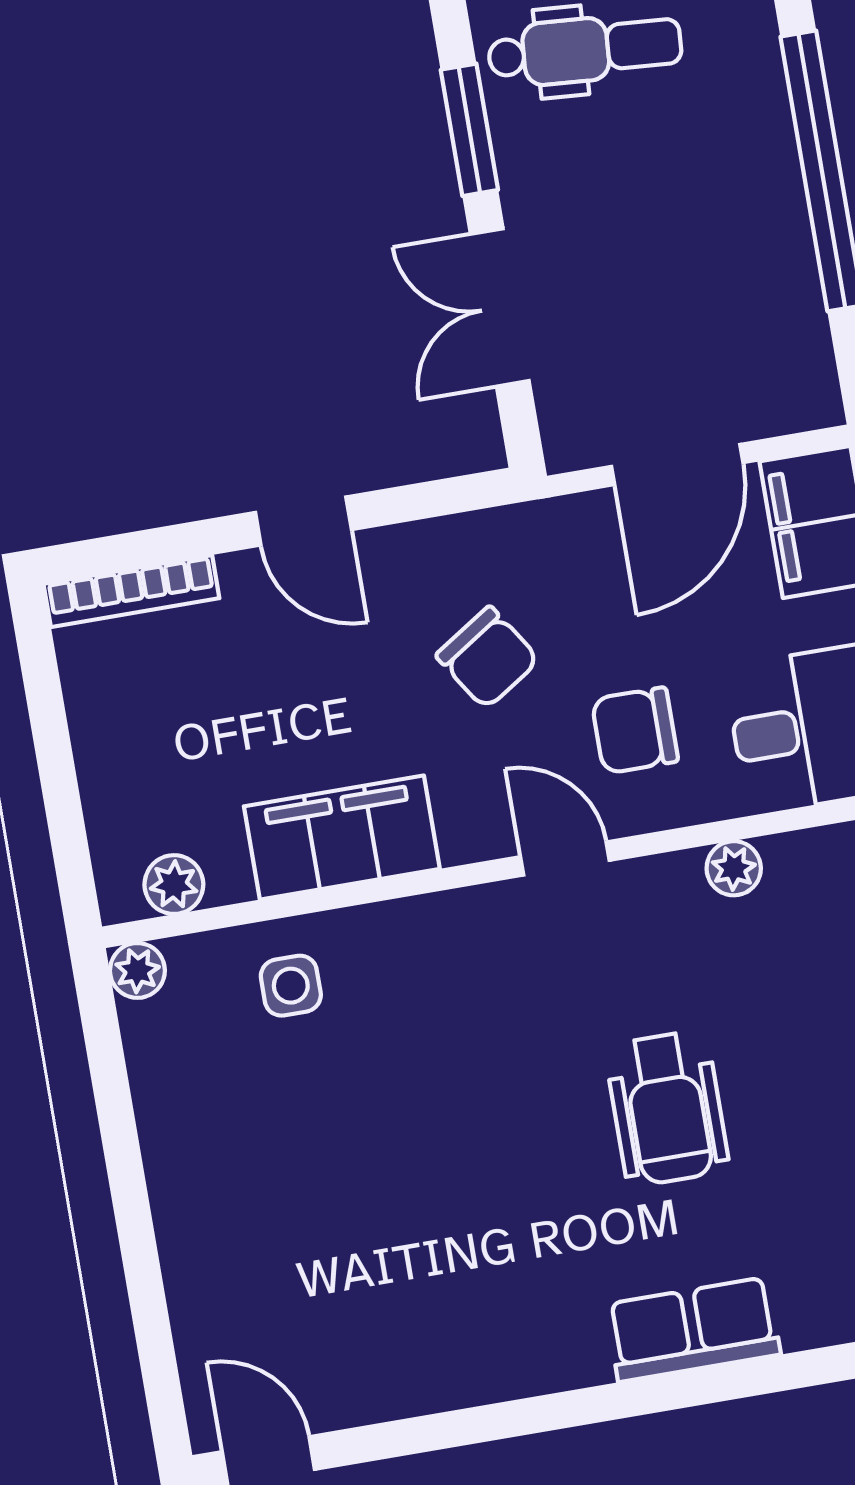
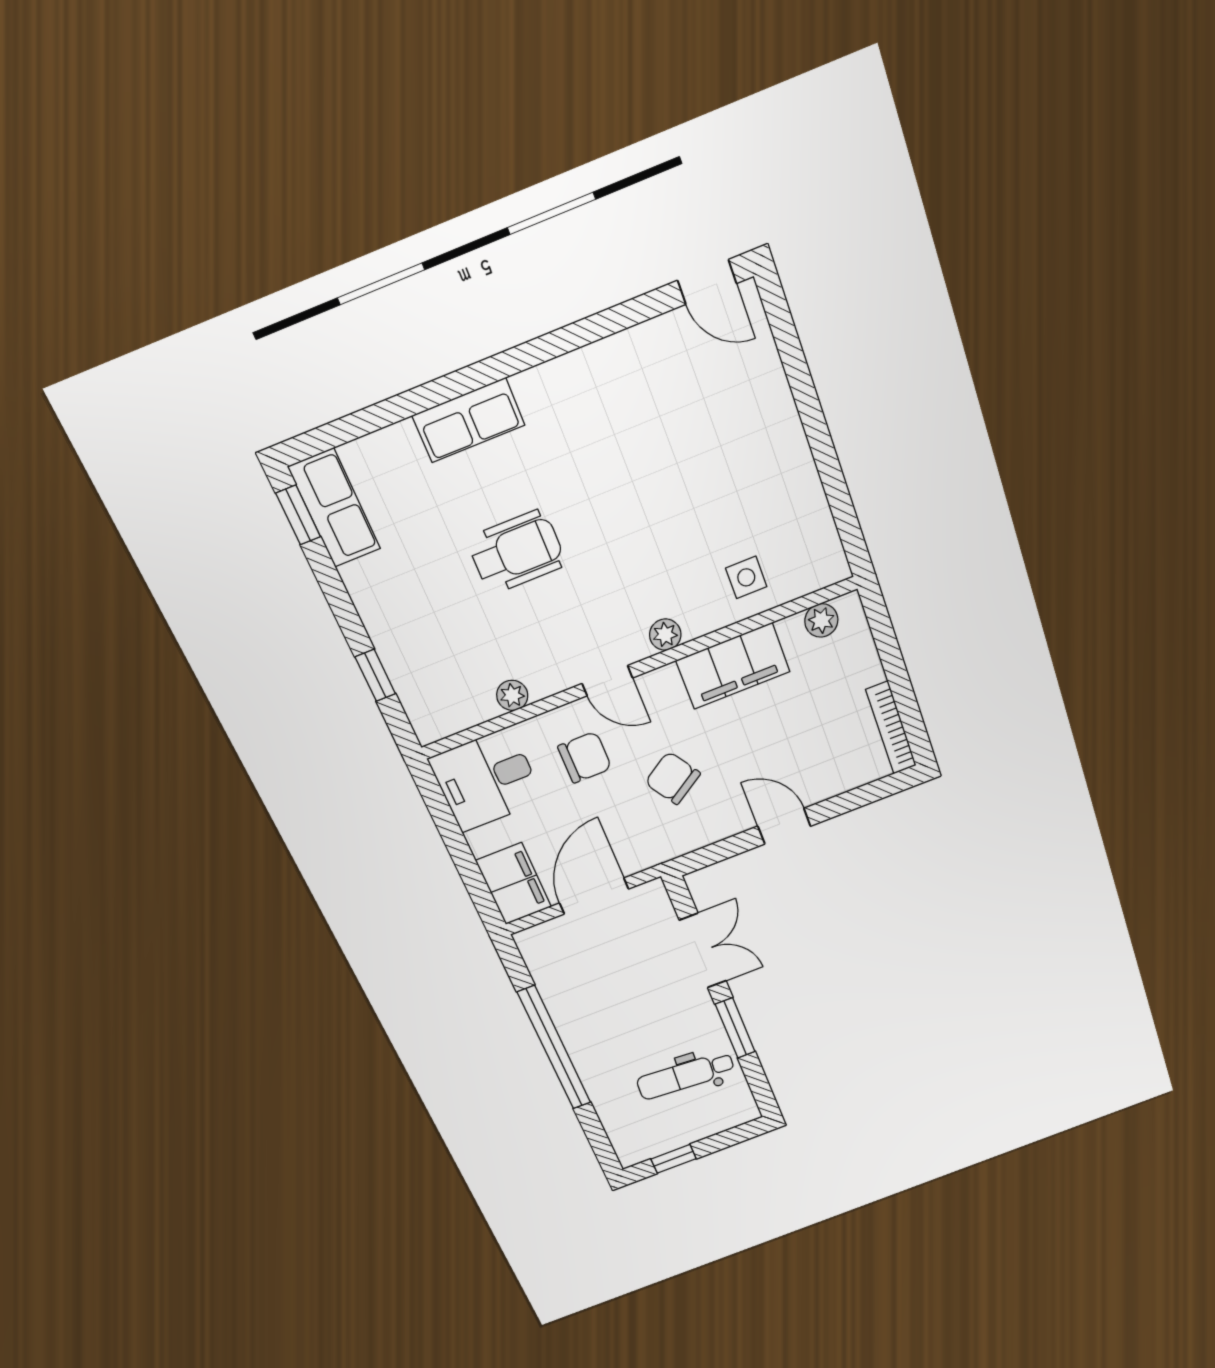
bookcase: (131, 591) -> (891, 728), moved, turned -90
plant: (137, 970) -> (665, 635), moved
wheelchair: (667, 1108) -> (517, 552), turned 90

